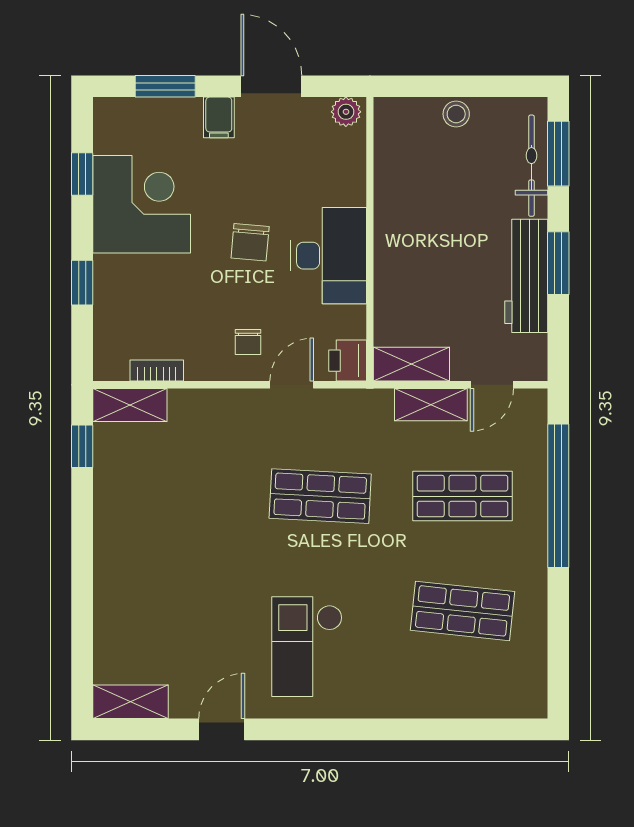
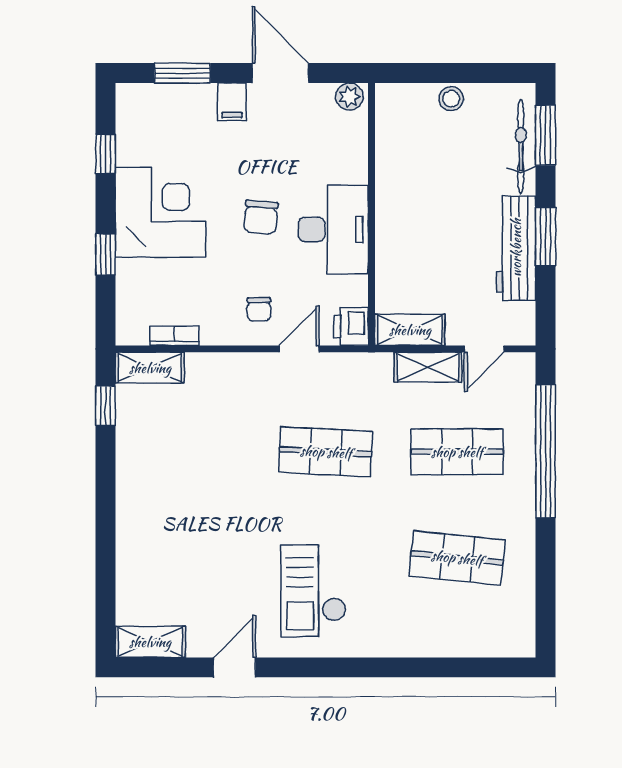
corner desk: (142, 204) -> (160, 212), moved

